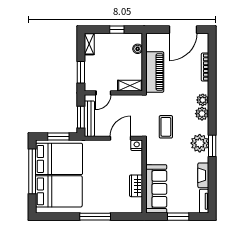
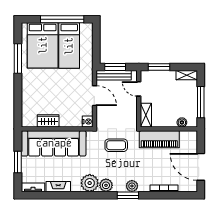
window: (117, 30) -> (201, 102), width x2.17
plant: (202, 114) -> (106, 185), moved
coffee table: (166, 127) -> (116, 145), moved
window: (58, 137) -> (96, 45), removed
door: (120, 138) -> (94, 96), moved
window: (212, 146) -> (128, 195), moved
bed: (59, 159) -> (69, 46), width x0.67
sofa: (156, 189) -> (54, 143), width x1.36, depth x1.27
window: (95, 217) -> (18, 58), moved

